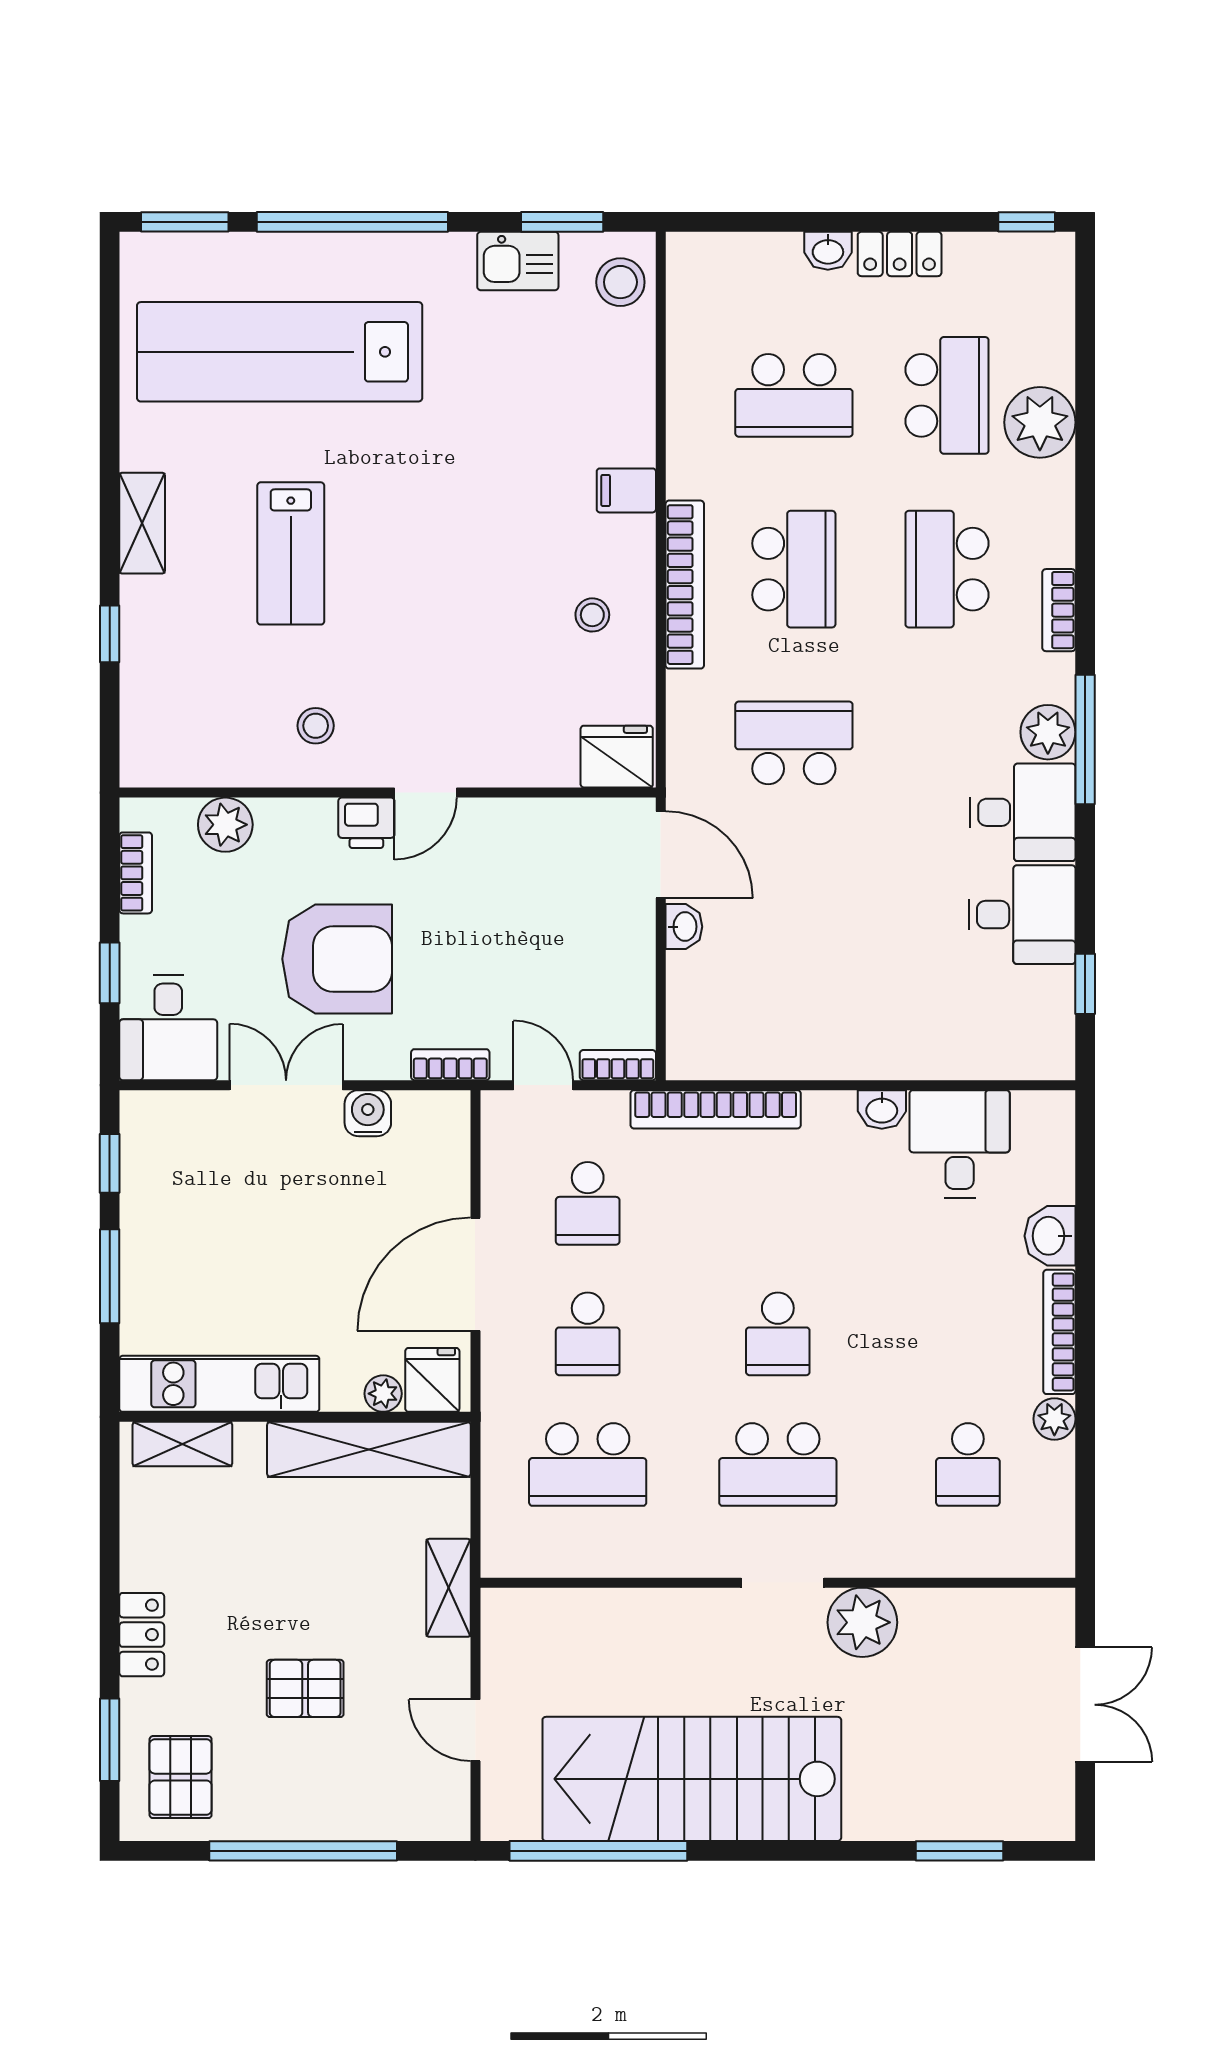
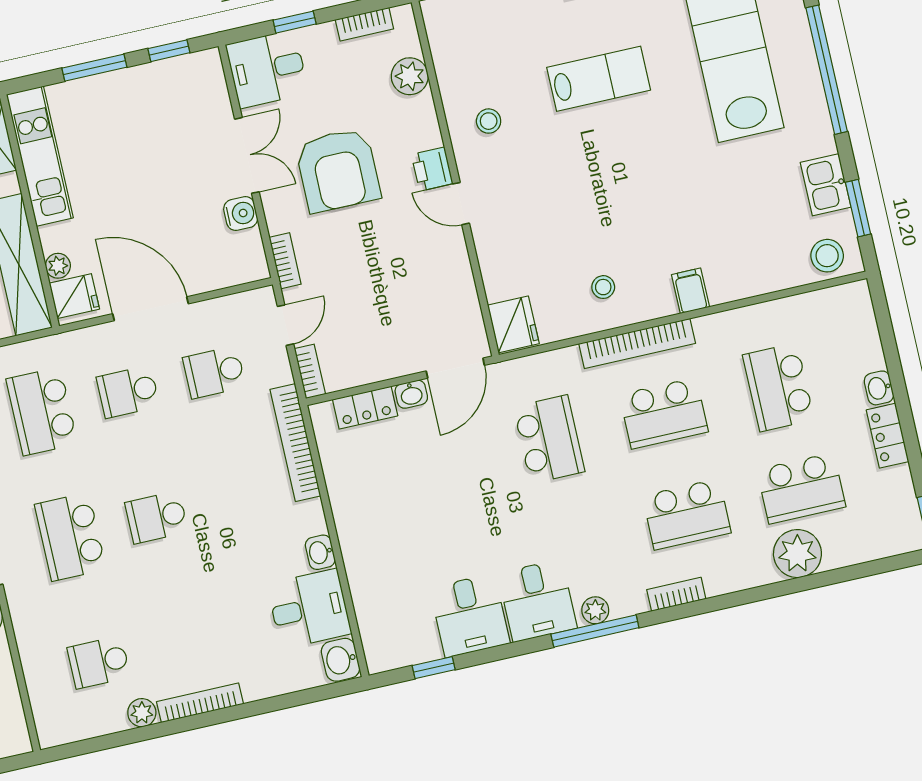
lab bench: (291, 553) -> (599, 79), turned 180
school desk: (947, 569) -> (687, 514), turned 180
plant: (1048, 732) -> (595, 610), width x0.73, depth x0.73
locker: (688, 998) -> (365, 408), added
washbasin: (1050, 1236) -> (341, 660), moved, turned -90

